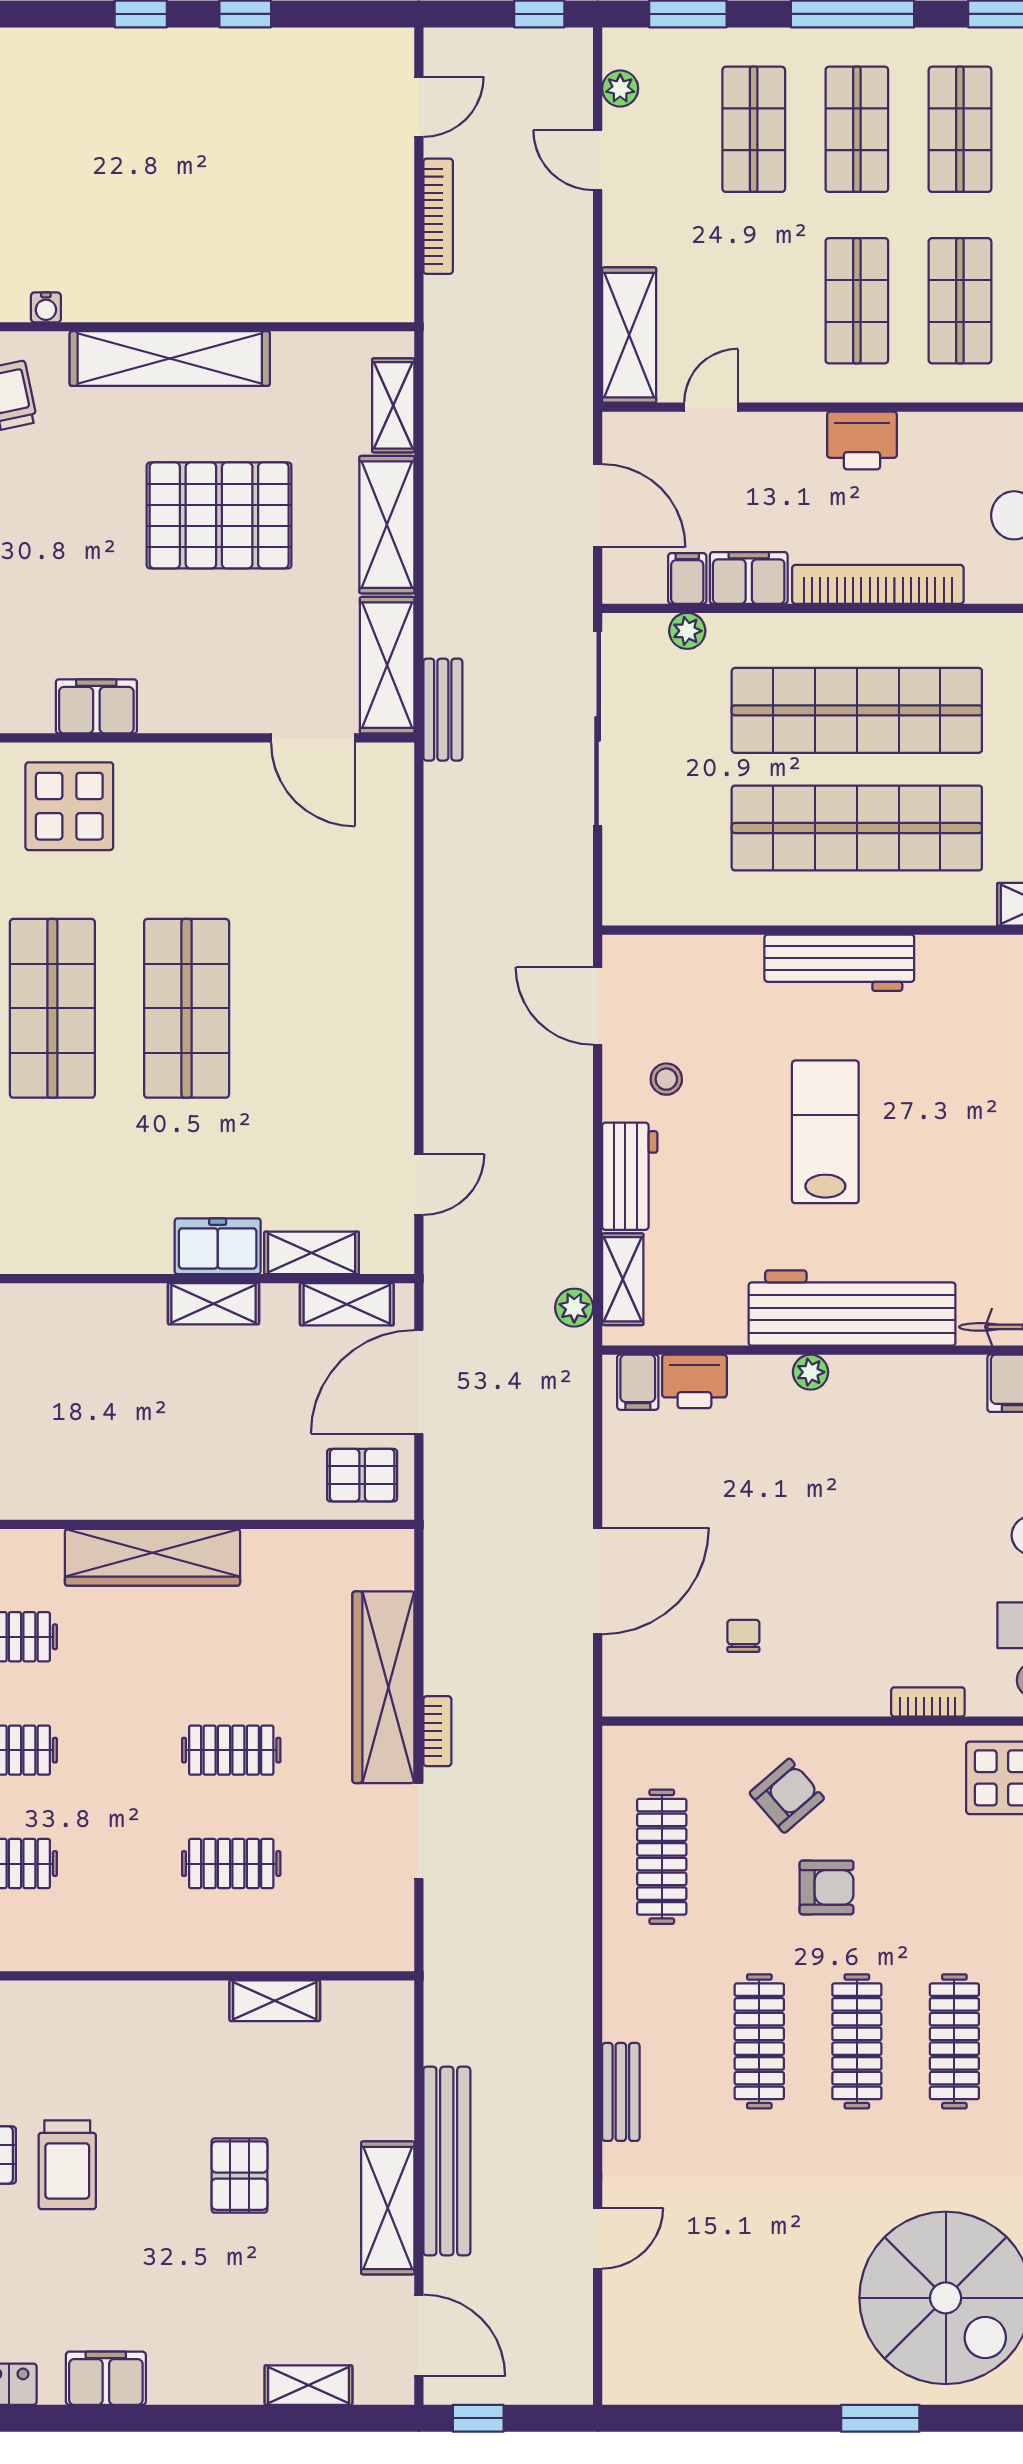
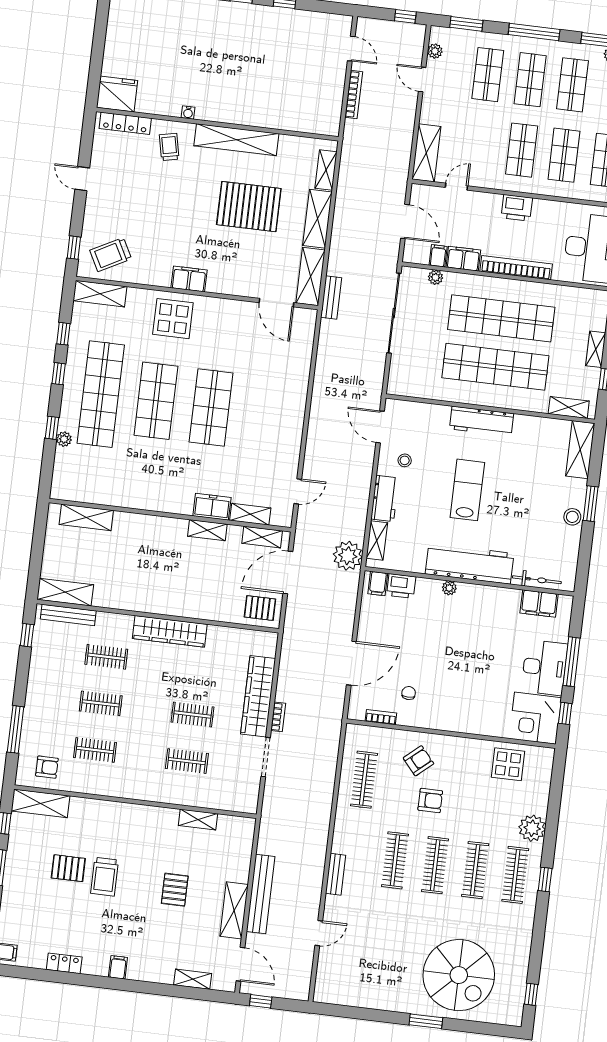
door: (419, 107) -> (351, 49), hinge flipped
plant: (574, 1308) -> (348, 556), width x1.88, depth x1.88
bookcase: (928, 1702) -> (381, 717), moved
filing cabinet: (106, 2378) -> (118, 967), width x0.50

